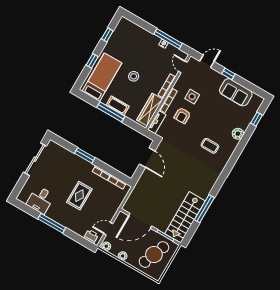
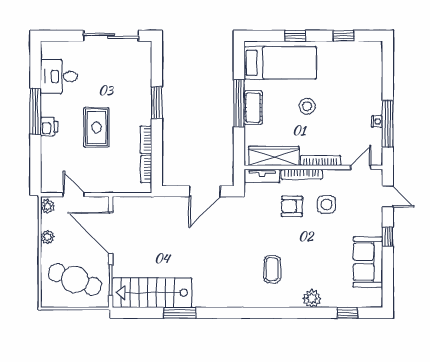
rug: (79, 196) -> (96, 127), turned 90
window: (204, 209) -> (180, 313), width x0.69
printer: (91, 236) -> (49, 127), moved

